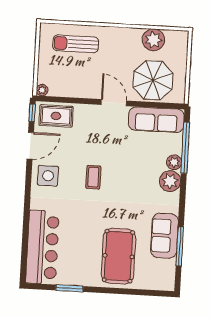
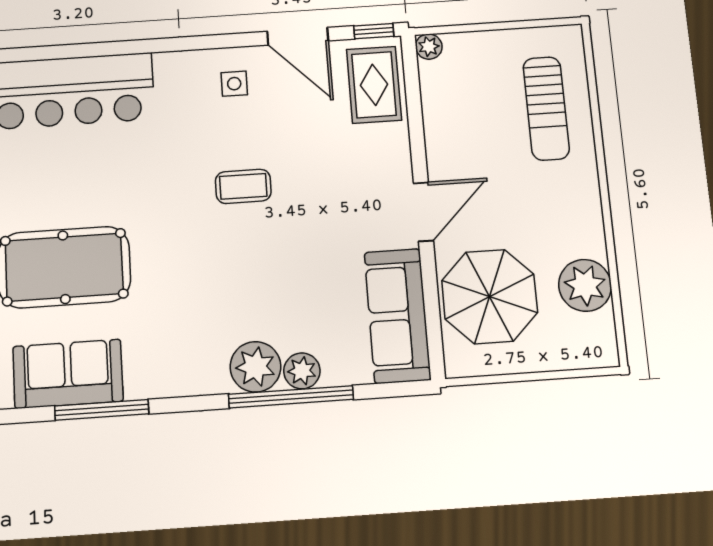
sun lounger: (76, 44) -> (546, 108), turned 180
window: (185, 148) -> (291, 397), moved
side table: (48, 176) -> (234, 84), width x0.54, depth x0.54
sofa: (164, 236) -> (68, 374), moved

